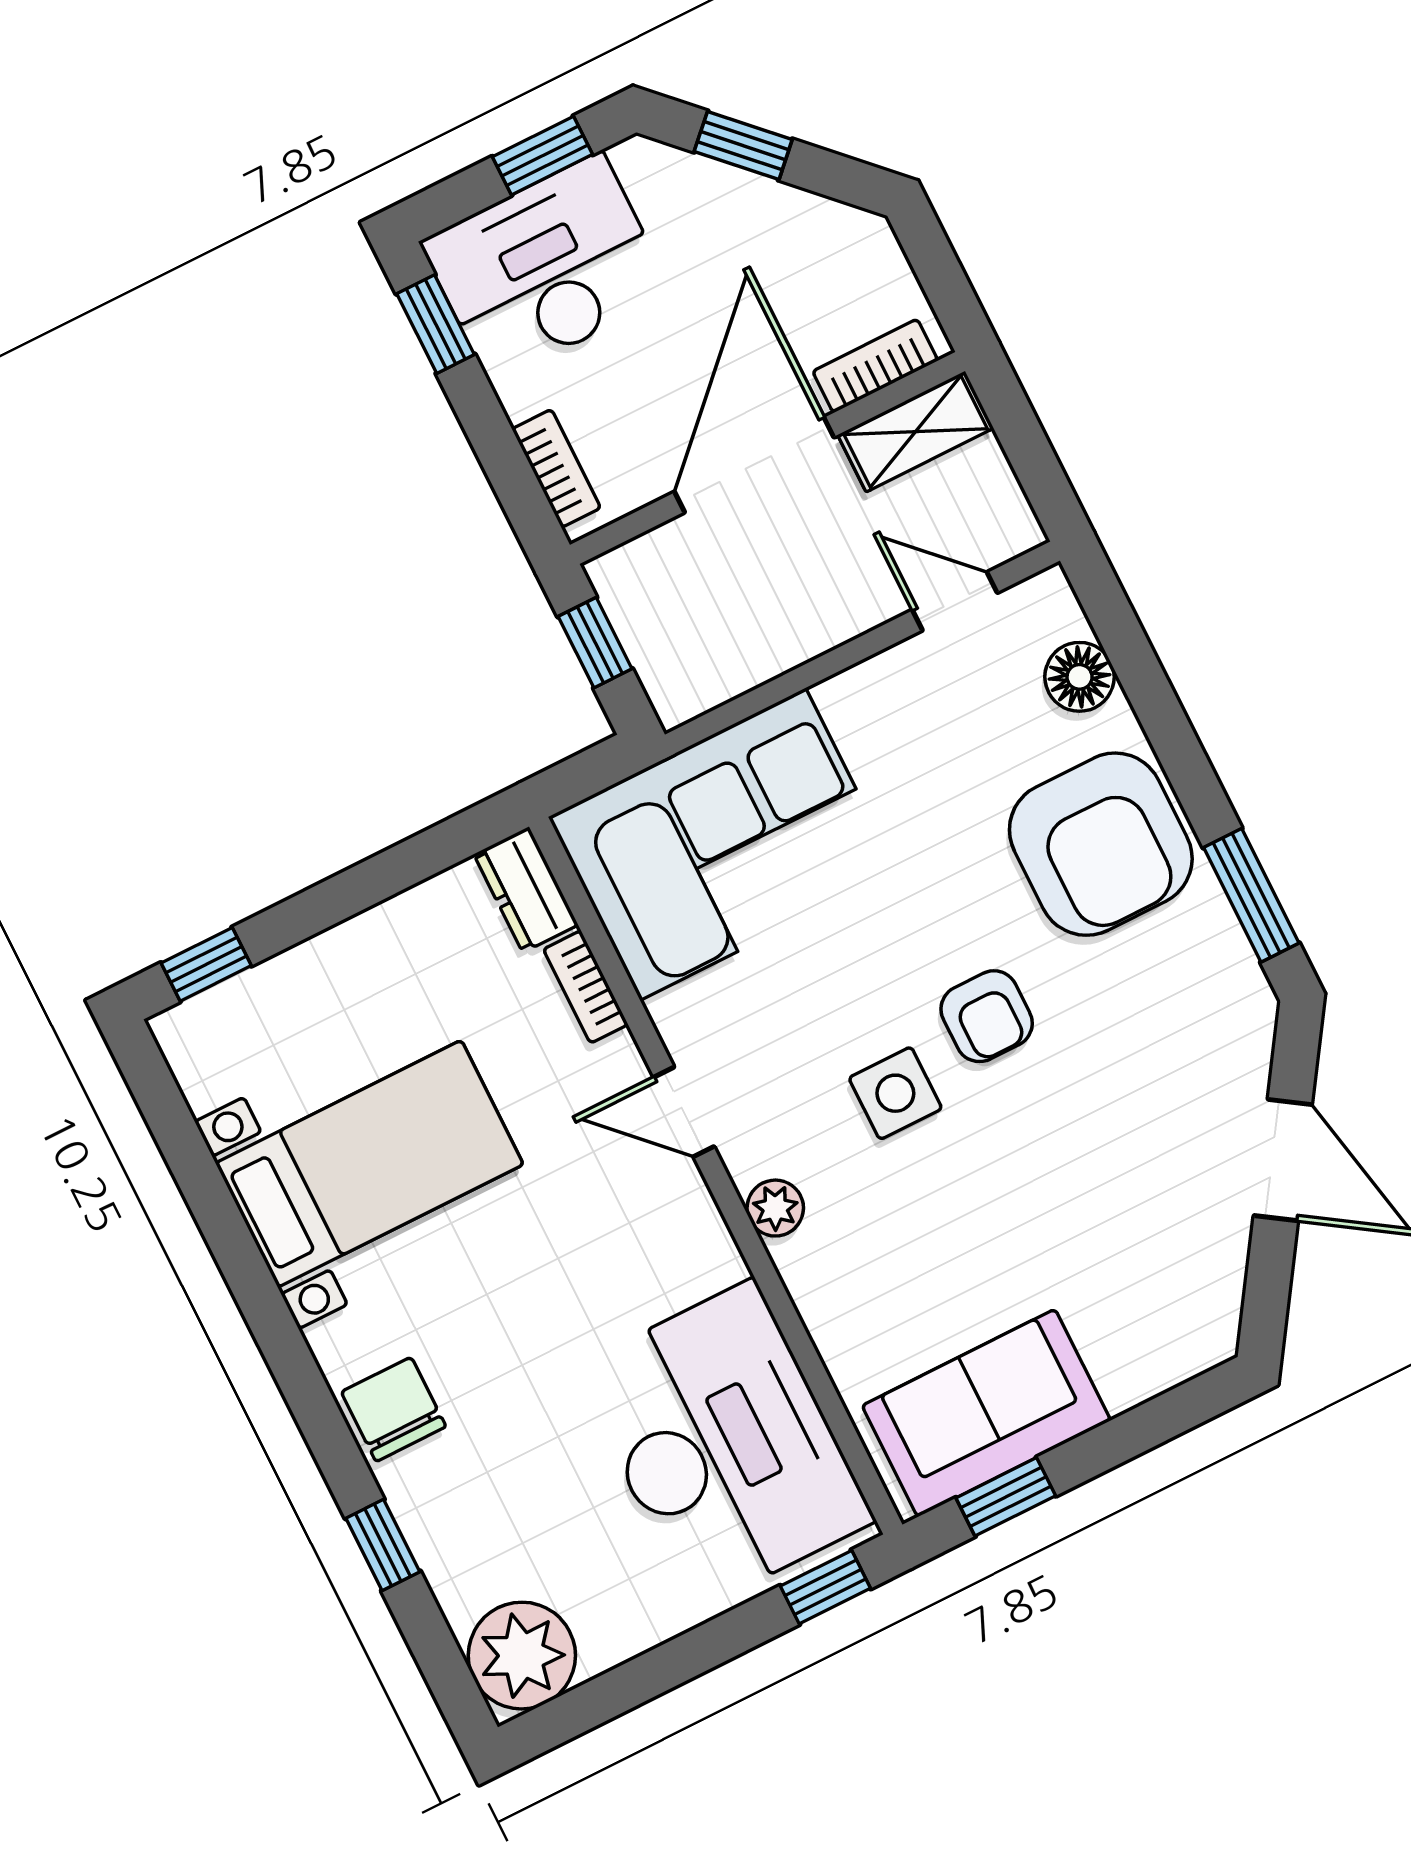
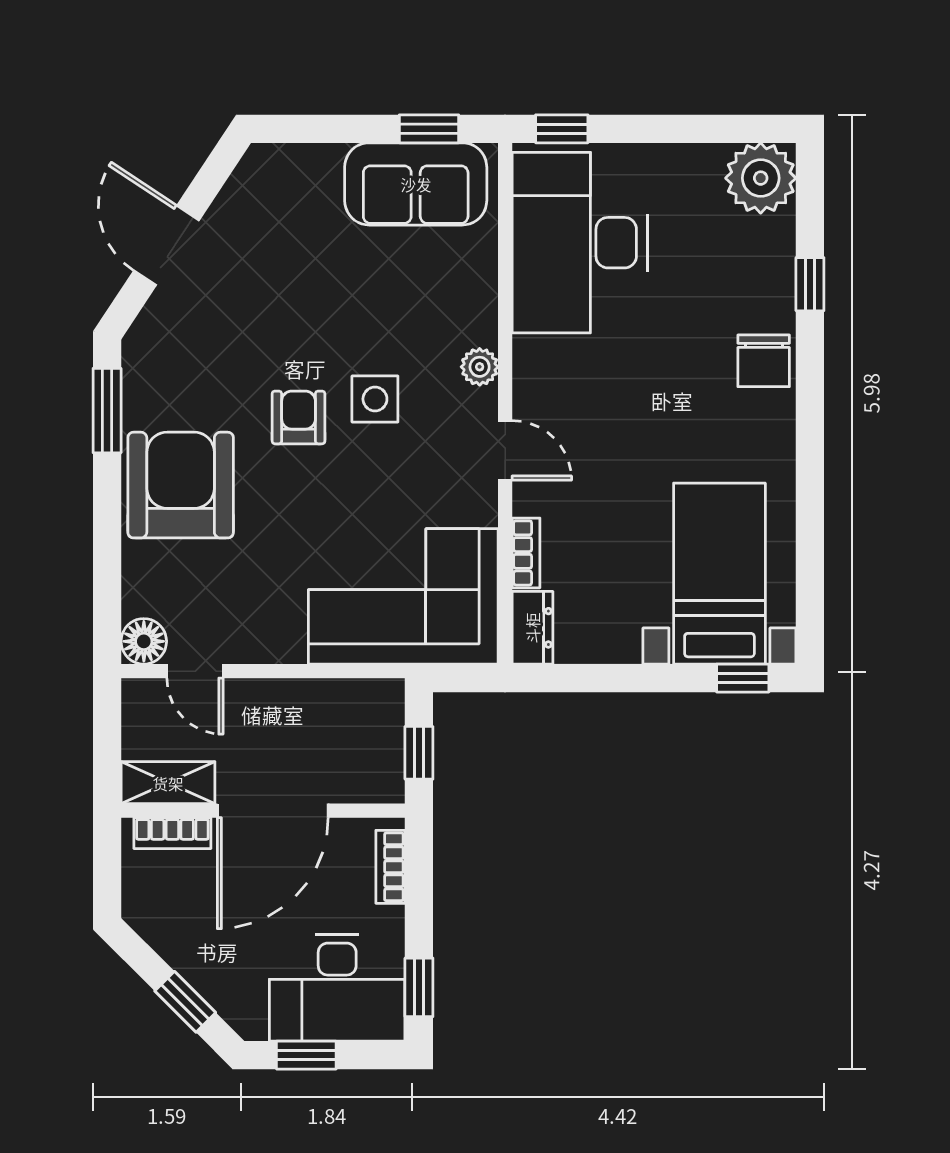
floor lamp: (1080, 677) -> (144, 641), moved
bed with nightstands: (369, 1164) -> (719, 574), moved, turned 90

